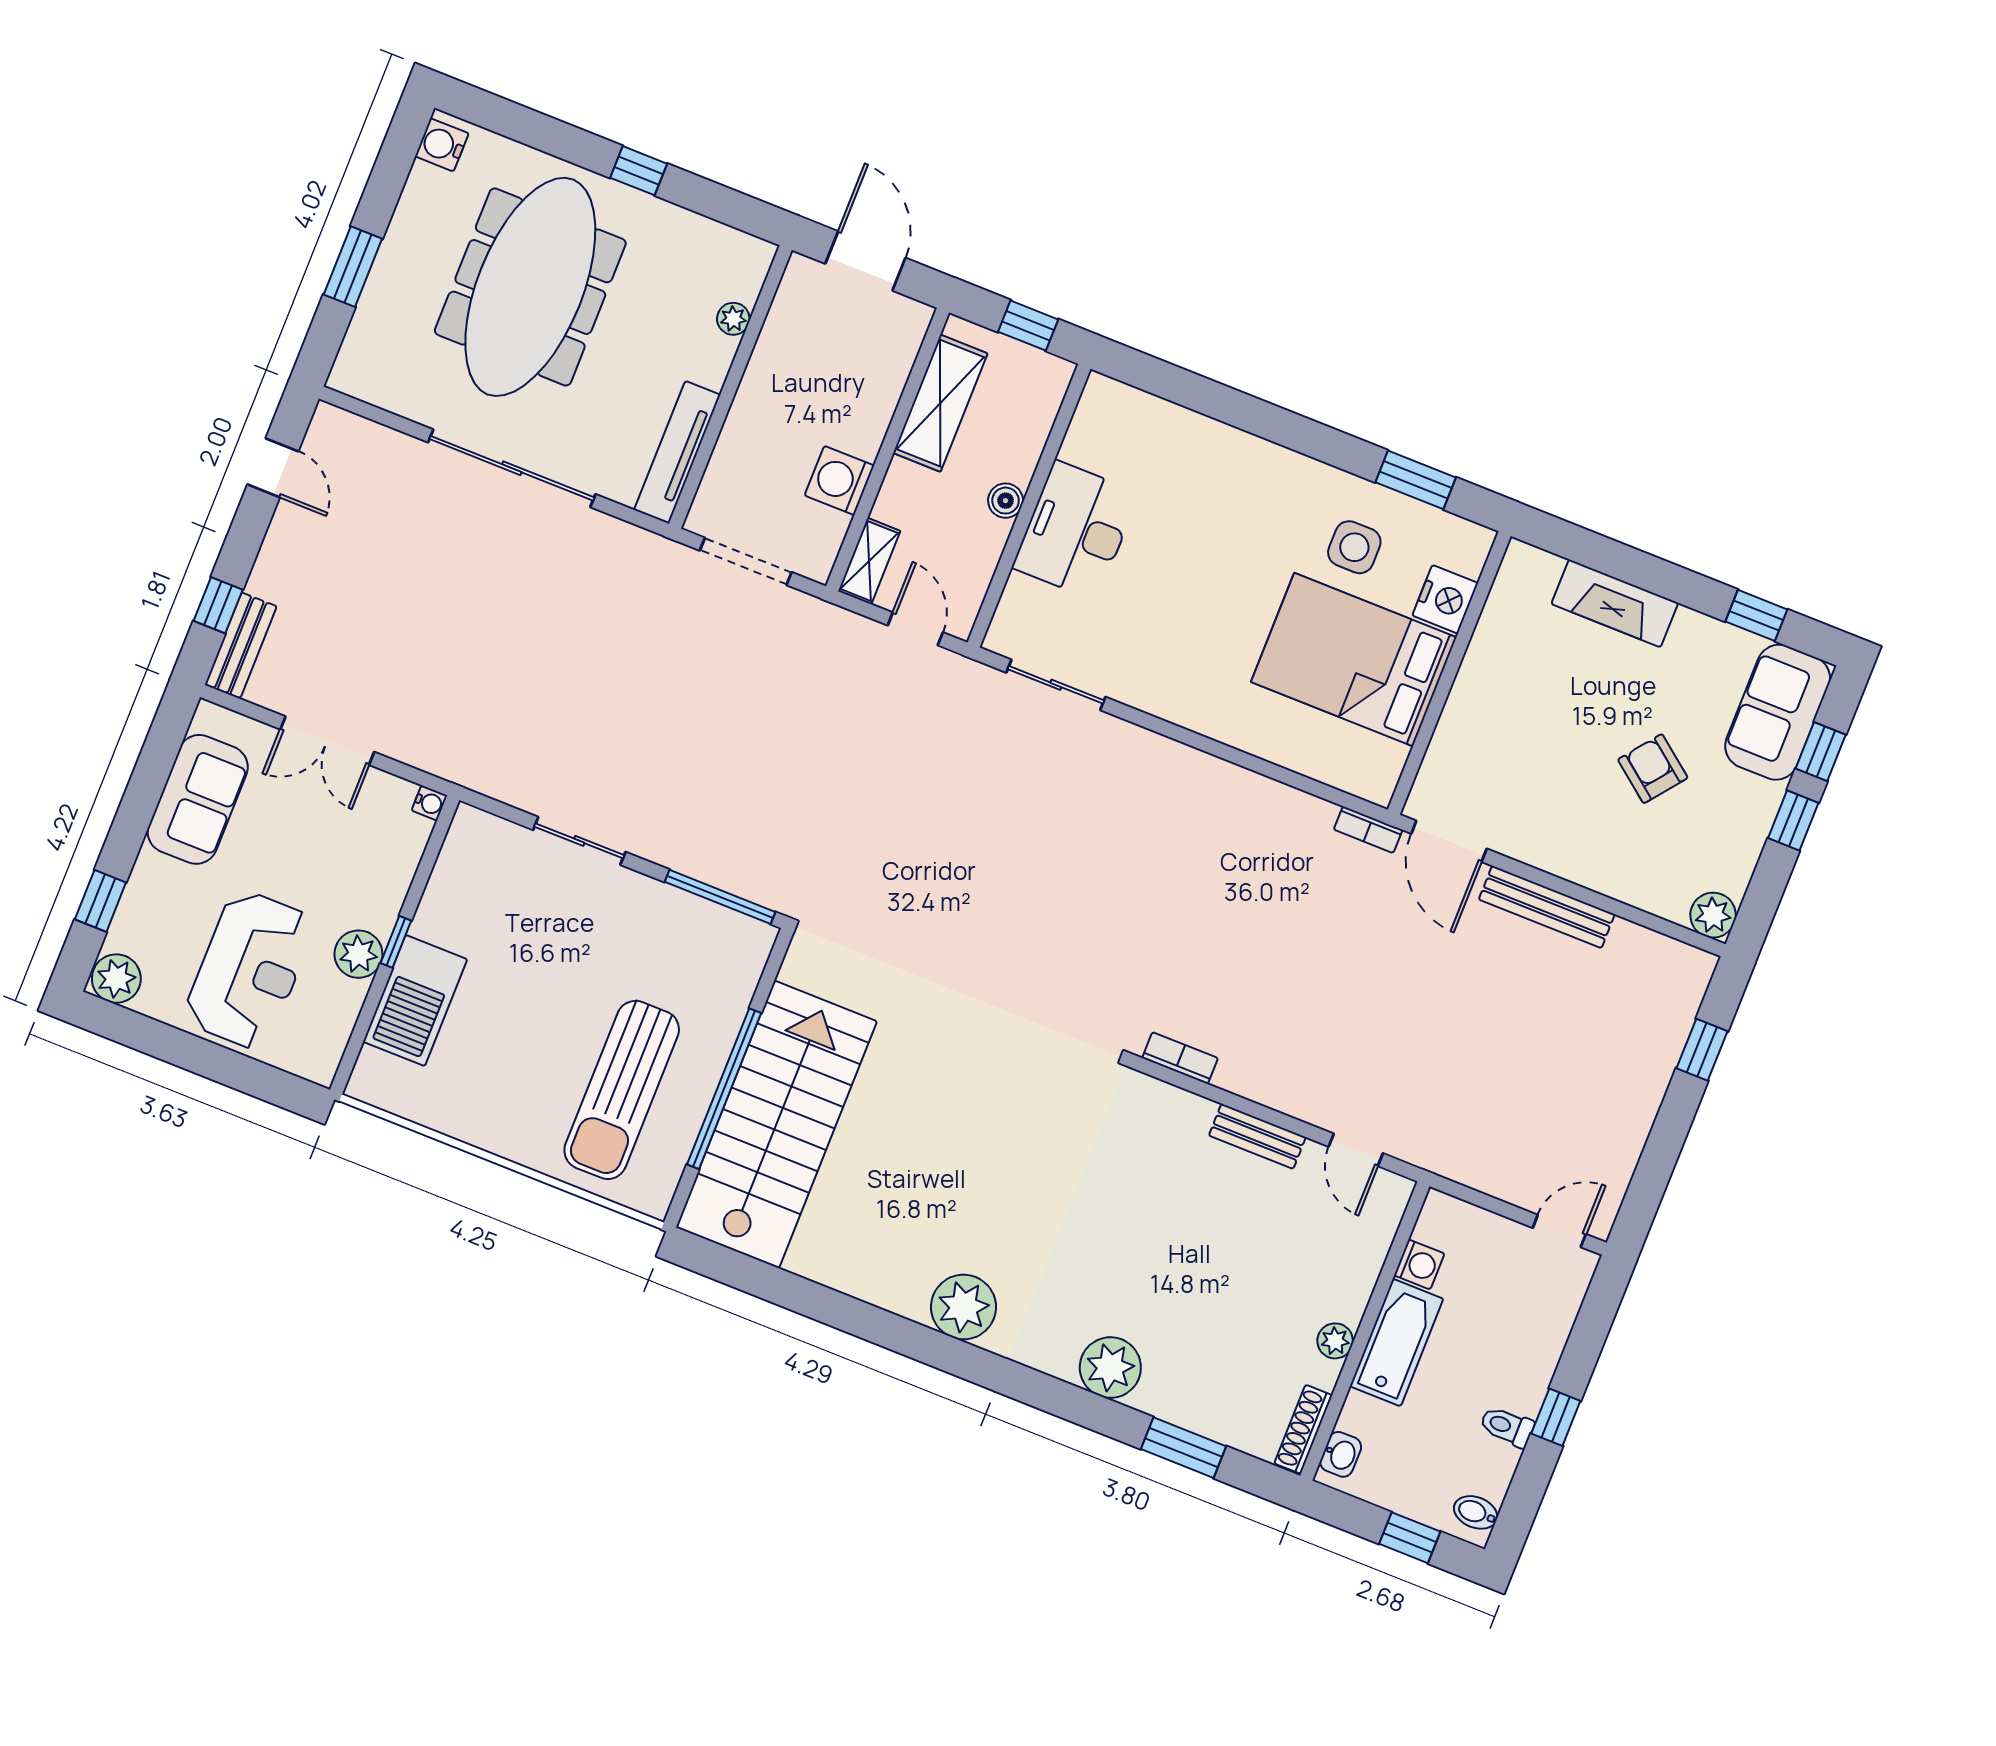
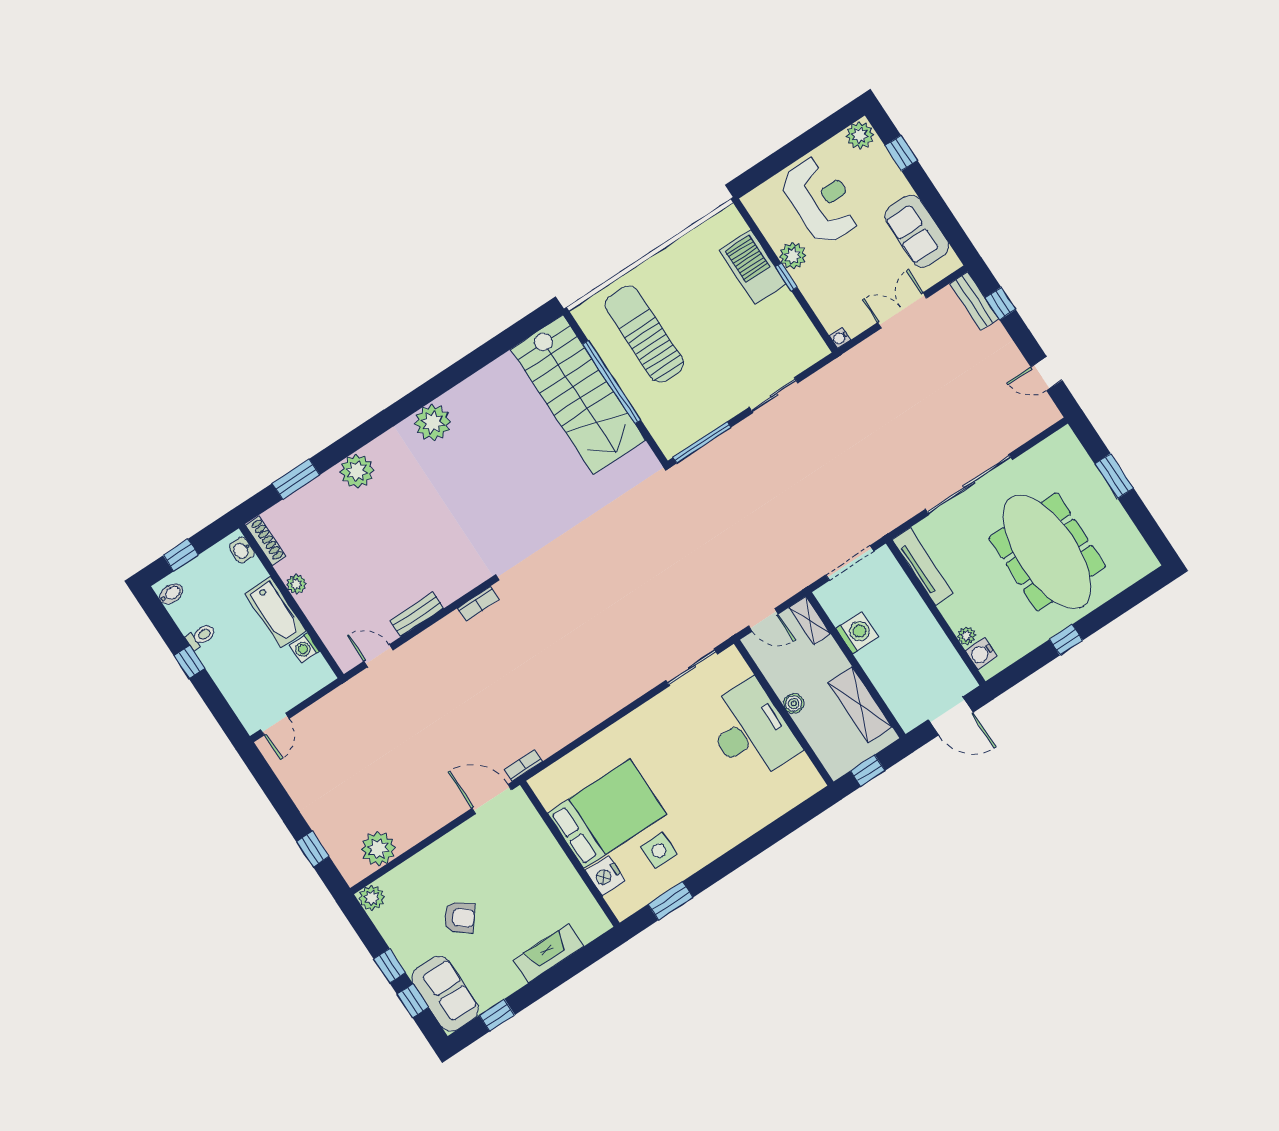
water cooler: (442, 145) -> (981, 653), moved, turned 180
desk: (1076, 530) -> (751, 731), width x1.36, depth x1.30
bench: (1547, 907) -> (429, 823), removed
plant: (1635, 955) -> (378, 849), added
reception desk: (249, 970) -> (821, 200), turned 180

